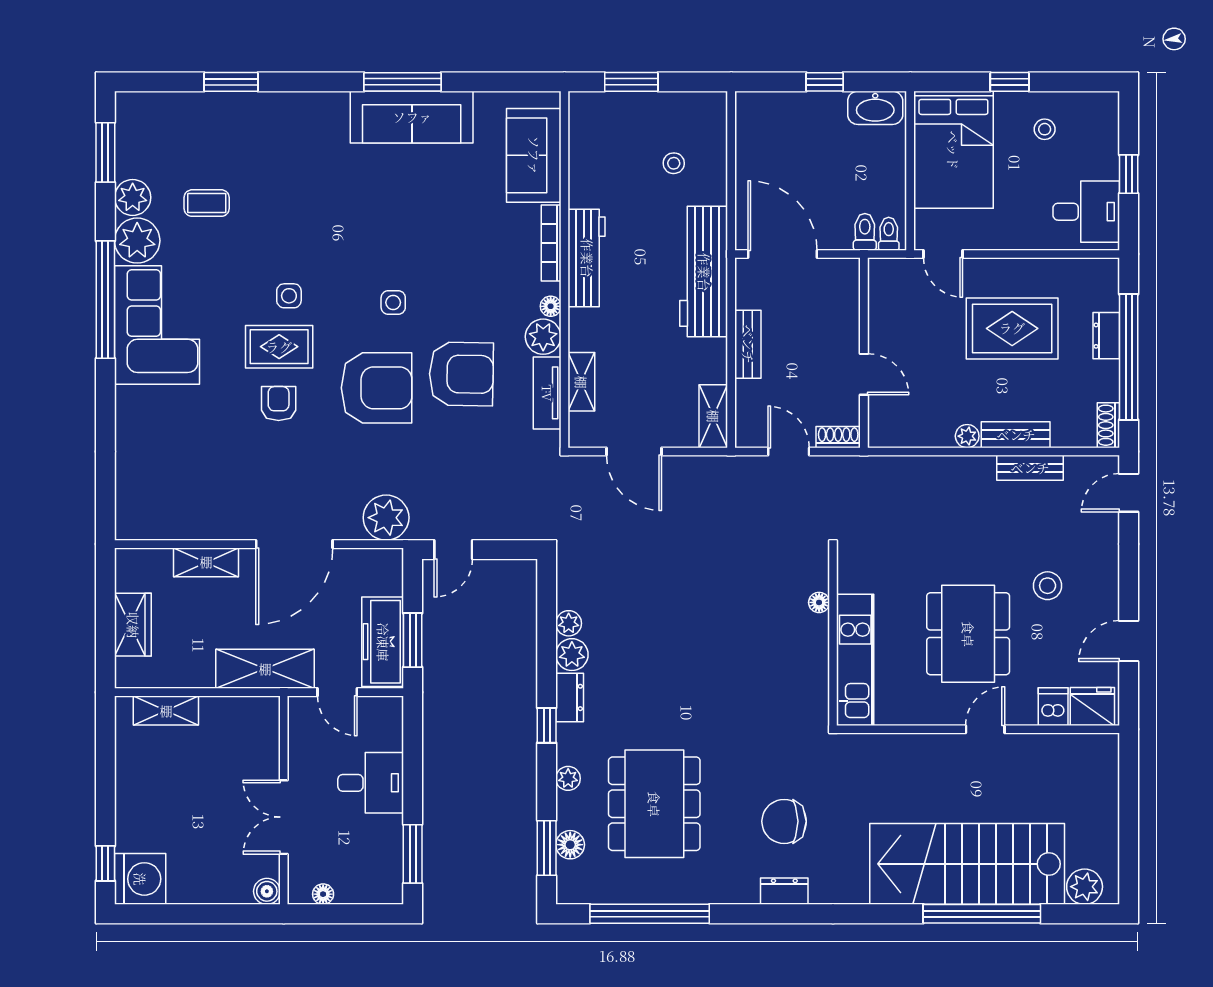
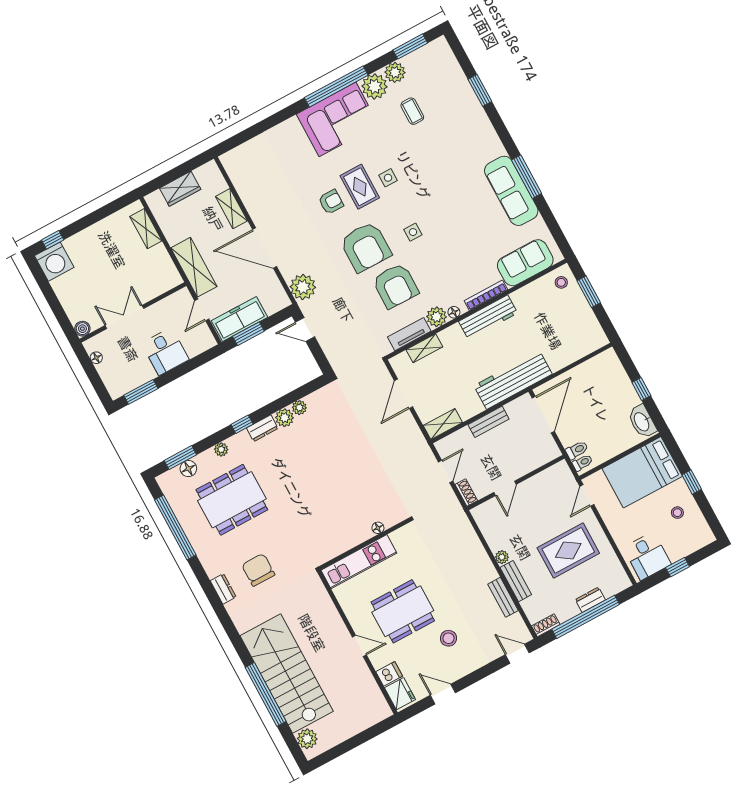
stool: (674, 163) -> (561, 282), moved
rug: (1012, 328) -> (568, 550), turned 90

